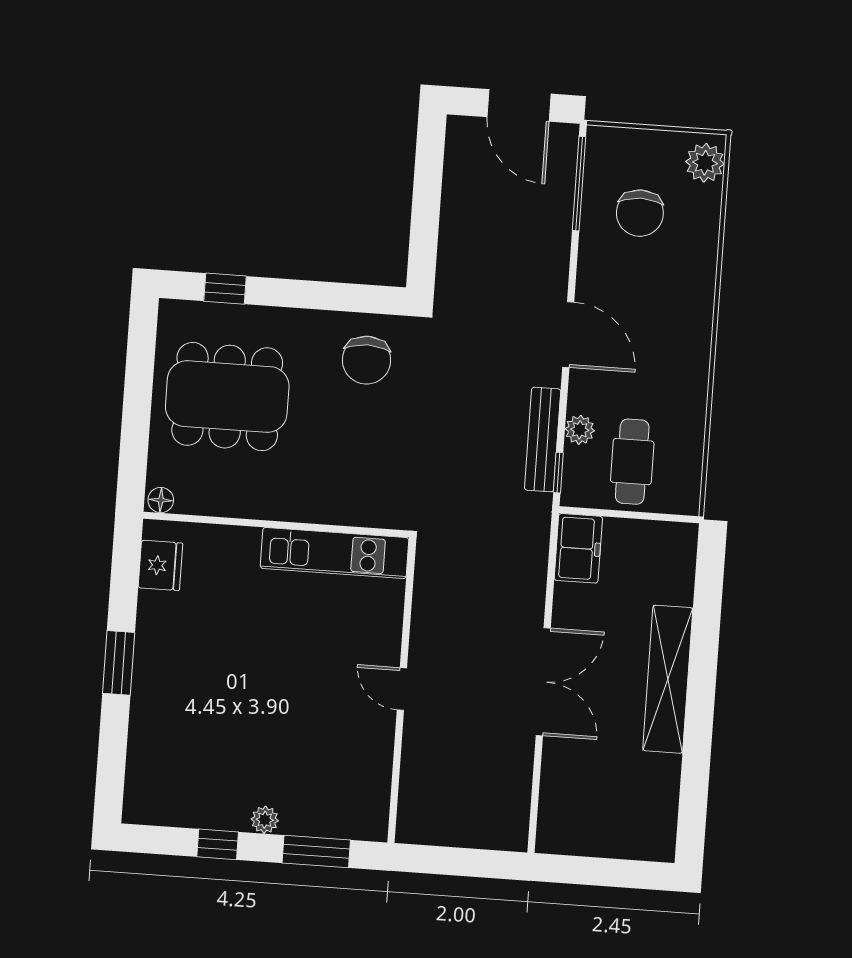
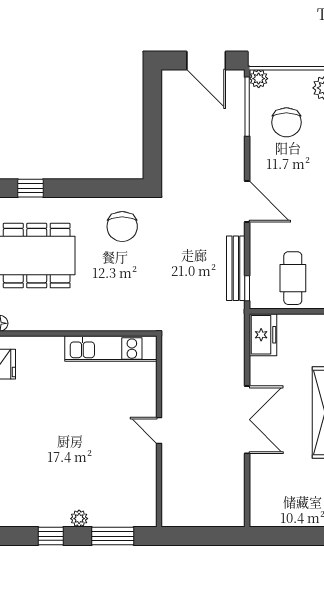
plant: (580, 430) -> (259, 79), moved

